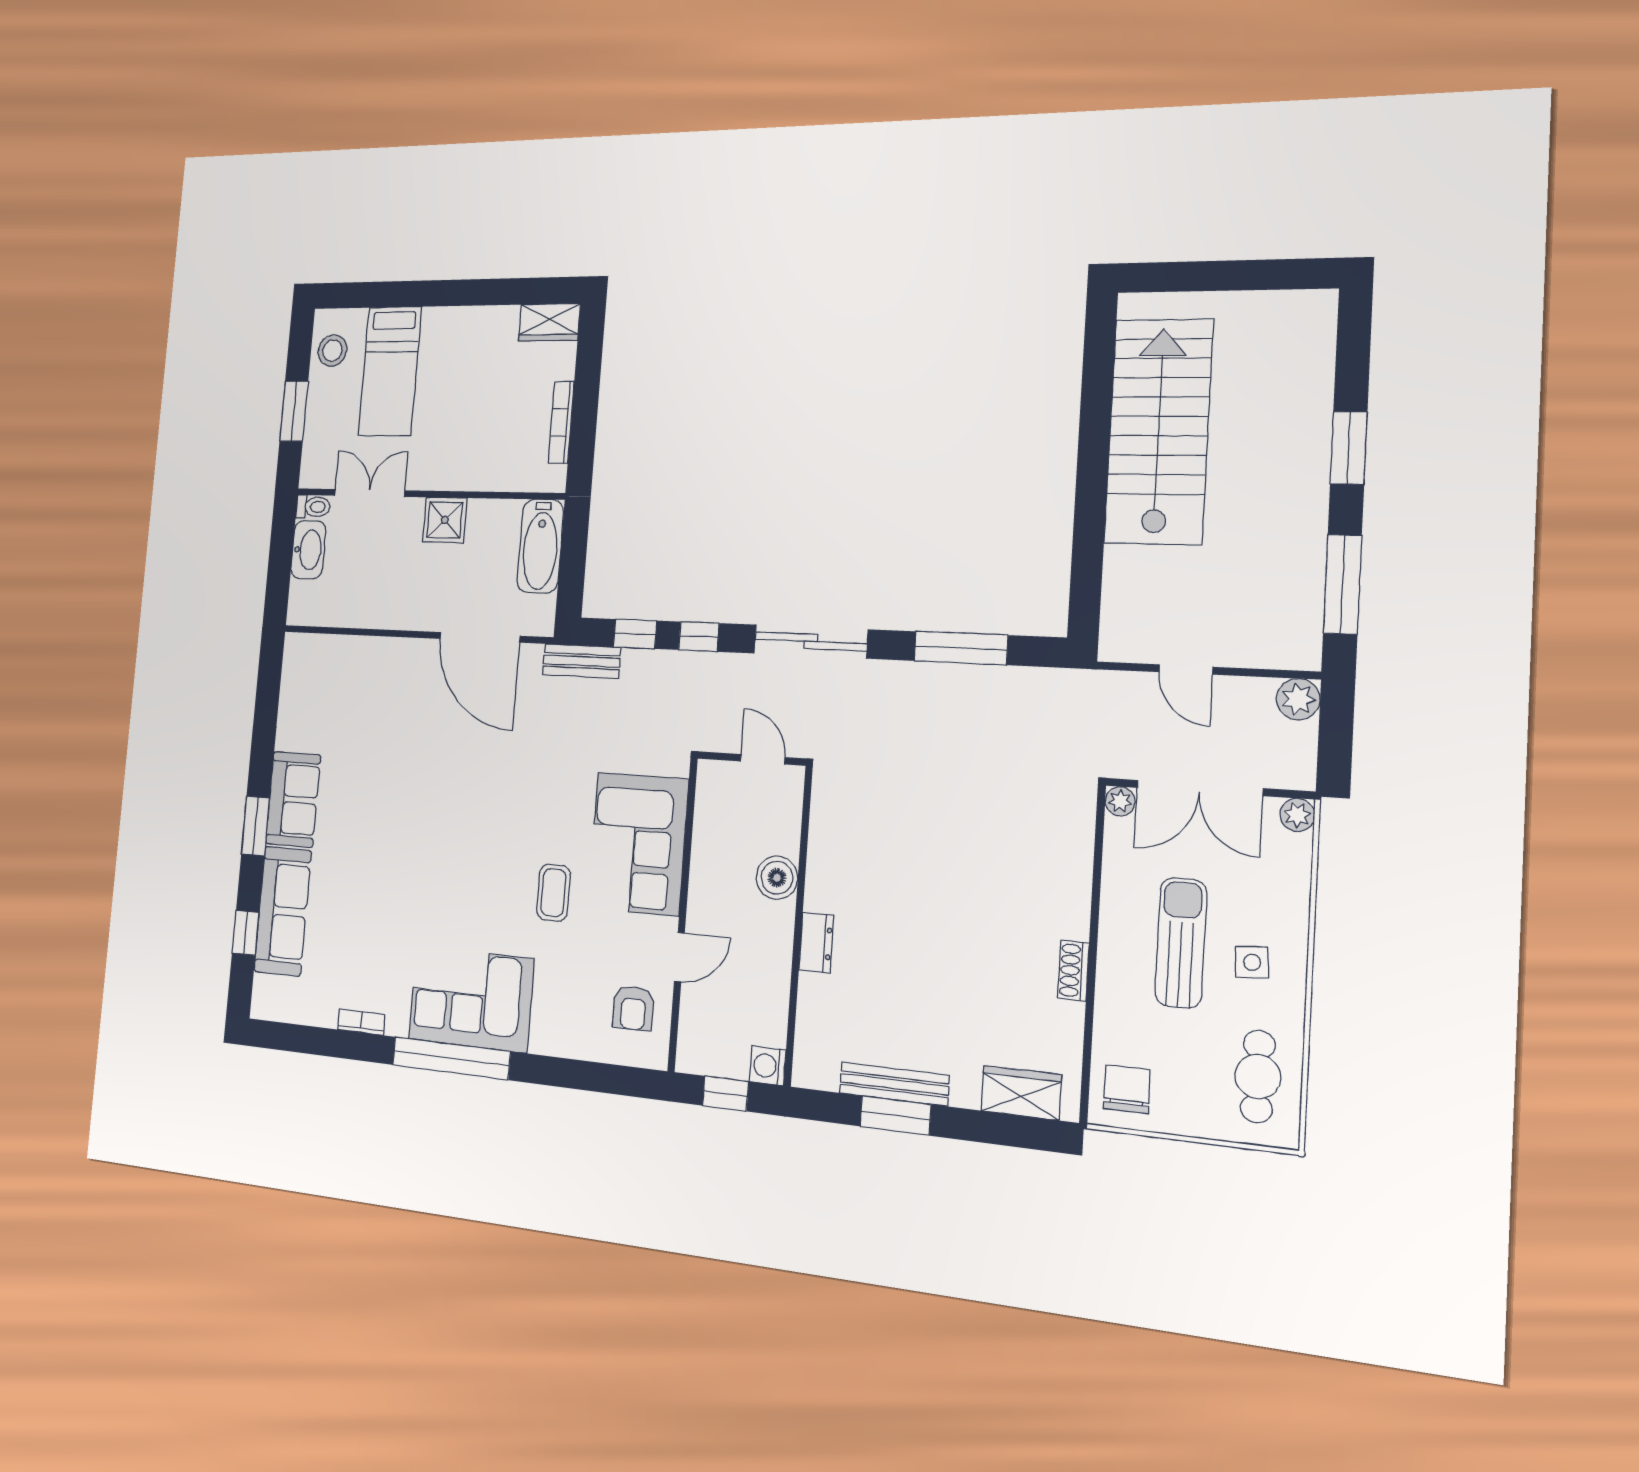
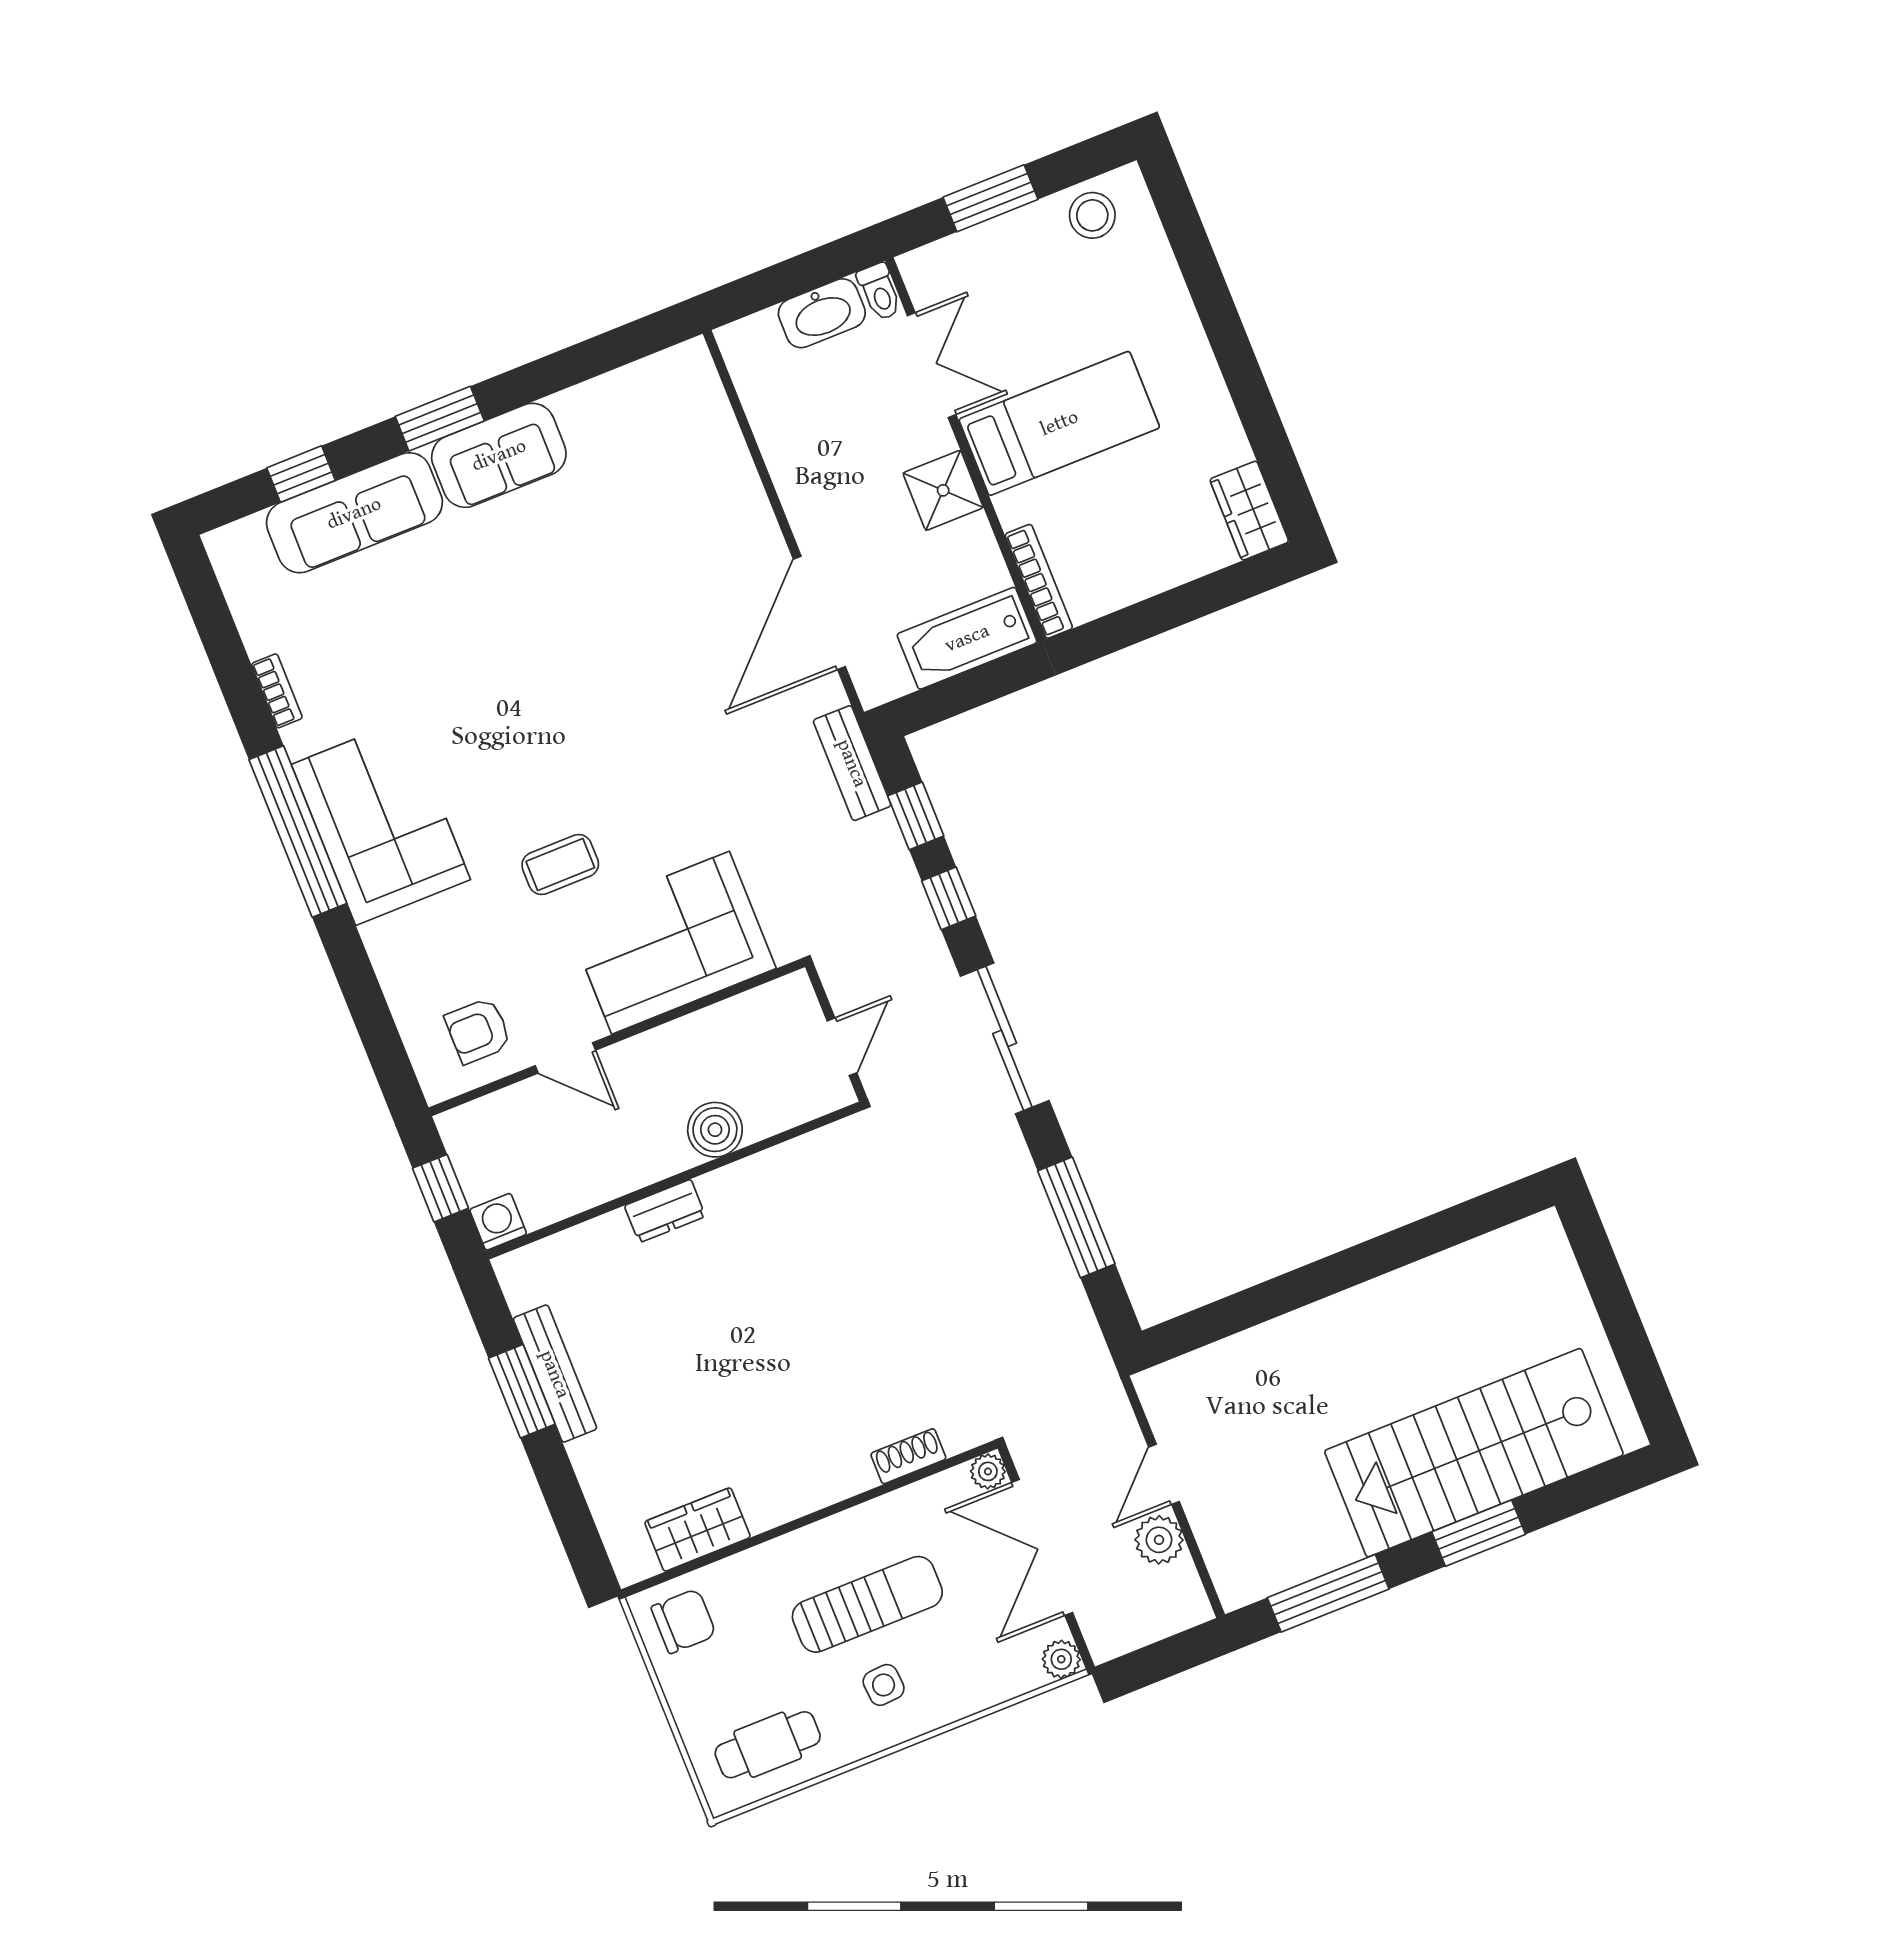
bed: (390, 371) -> (1059, 423), moved, turned 180
bookcase: (561, 422) -> (1039, 581), moved, turned 90
stairs: (1159, 431) -> (1474, 1453), moved, turned 180
plant: (1298, 699) -> (1159, 1540), moved
shoe rack: (1073, 971) -> (908, 1456), moved
wardrobe: (1021, 1093) -> (697, 1530), moved, turned -90

